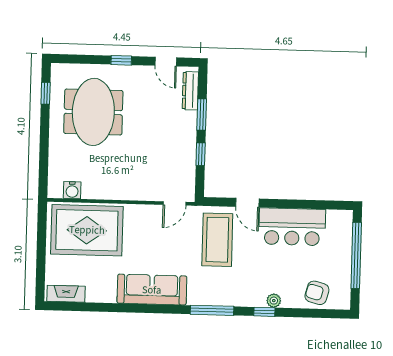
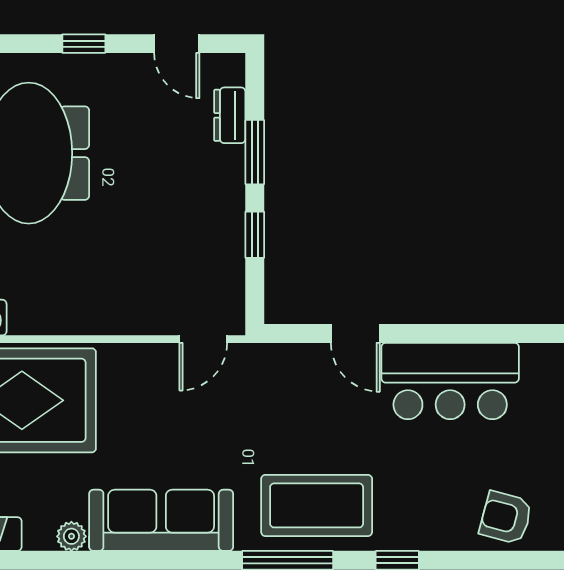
dresser: (190, 91) -> (230, 115), width x0.70
coffee table: (217, 240) -> (317, 505), moved, turned 90
plant: (274, 301) -> (71, 536), moved

